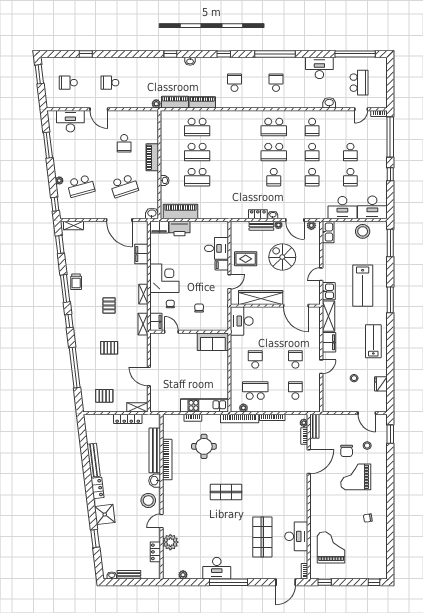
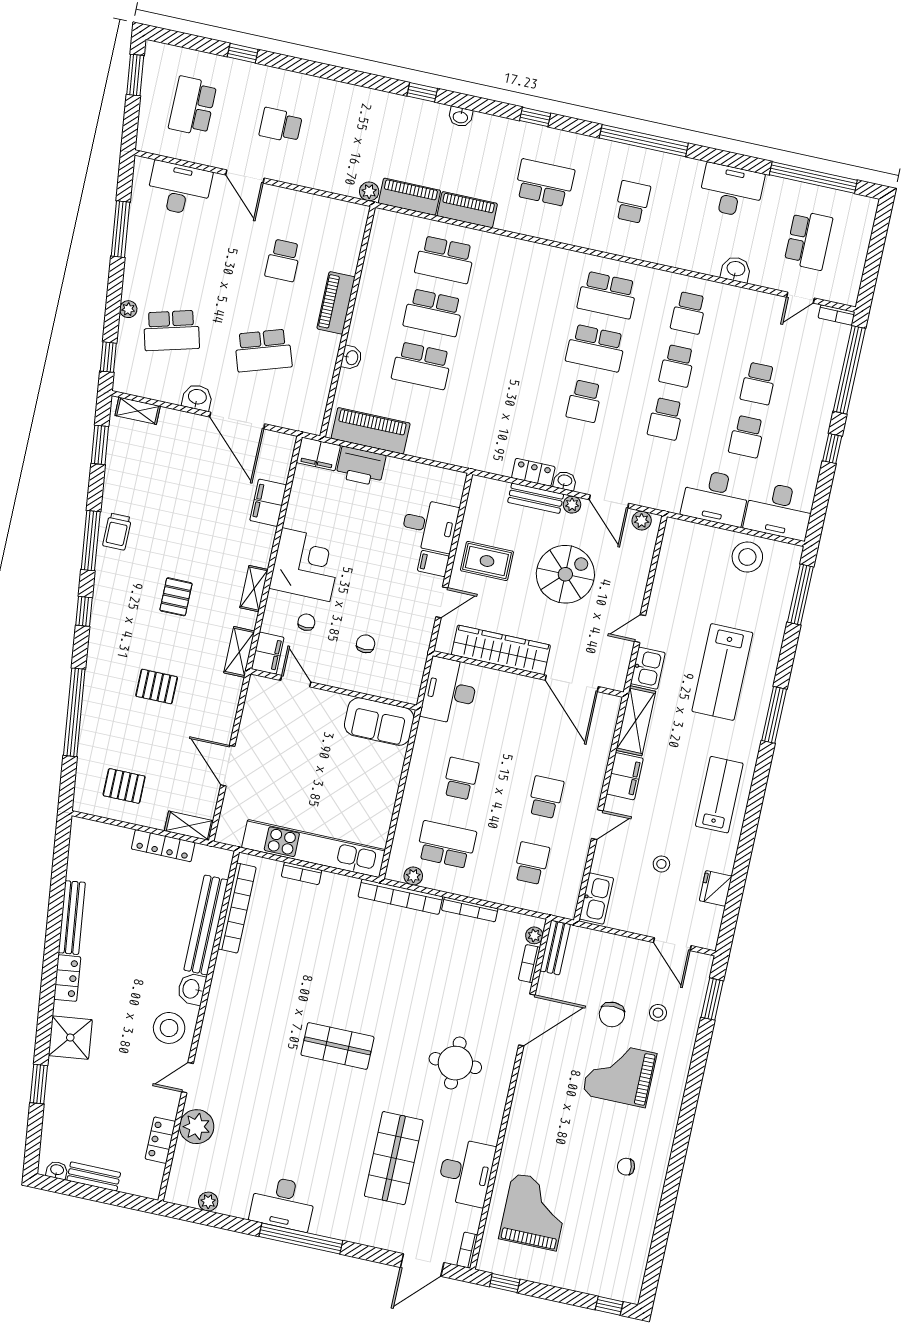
school desk: (68, 83) -> (193, 106), width x1.85
school desk: (234, 83) -> (545, 183), width x1.85
washbasin: (152, 213) -> (197, 397), moved
kitchen sink: (328, 232) -> (596, 899), moved
spiral stairs: (282, 257) -> (565, 574), turned 90
kitchen unit: (204, 405) -> (314, 849), width x1.36
round table: (204, 446) -> (455, 1063), moved
bookcase: (167, 460) -> (237, 908), moved

